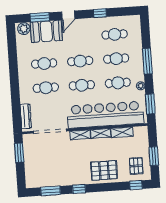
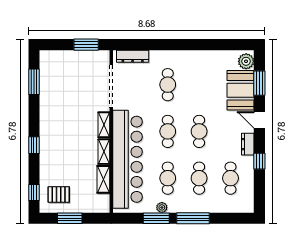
dresser: (87, 23) -> (248, 144), added
cafe table: (44, 64) -> (199, 85), removed
window: (150, 104) -> (156, 218), moved
pallet: (104, 170) -> (56, 153), removed
window: (79, 189) -> (34, 145), moved

